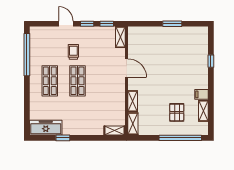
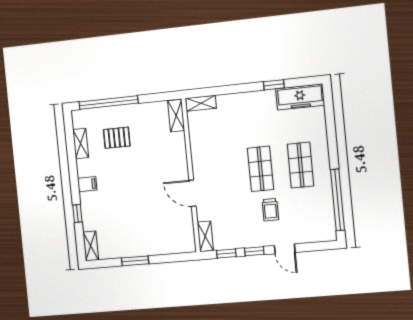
filing cabinet: (202, 94) -> (87, 184), moved
shelving: (133, 101) -> (91, 246), moved
pallet: (177, 112) -> (117, 138), turned 90

